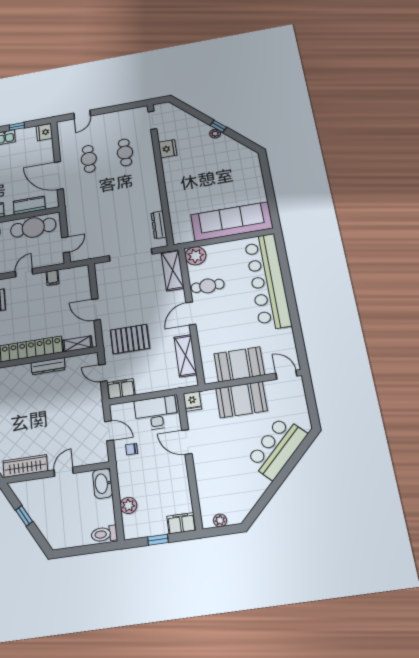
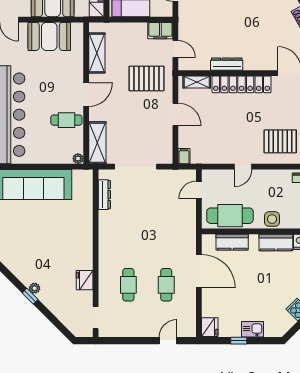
plant: (195, 256) -> (78, 159), width x0.53, depth x0.53
filing cabinet: (52, 278) -> (184, 156), moved

